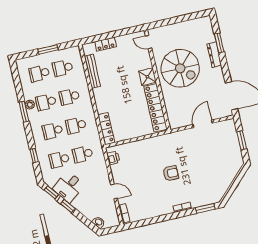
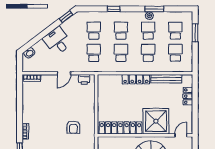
window: (48, 49) -> (195, 33), moved
shower: (147, 77) -> (156, 121), width x1.86, depth x1.86
window: (24, 112) -> (154, 9), moved
locker: (106, 129) -> (136, 79), moved
window: (34, 156) -> (114, 9), moved
armchair: (171, 173) -> (73, 127), moved
desk: (69, 187) -> (57, 41), moved
door: (114, 192) -> (64, 73), moved
window: (68, 206) -> (50, 29), removed

